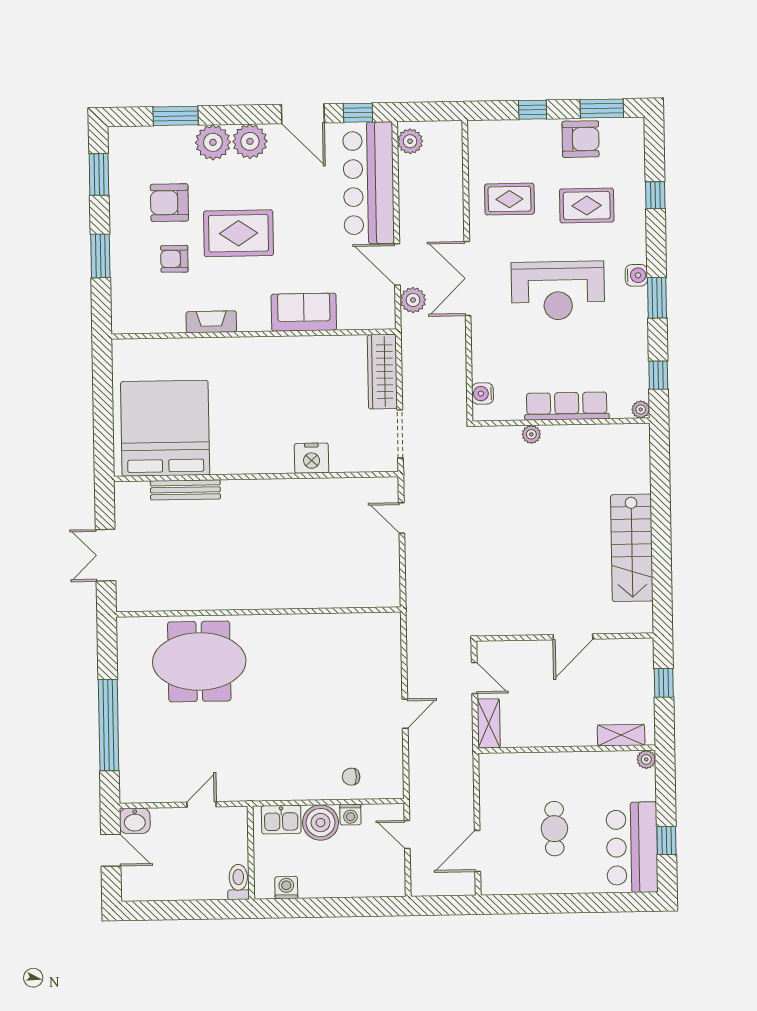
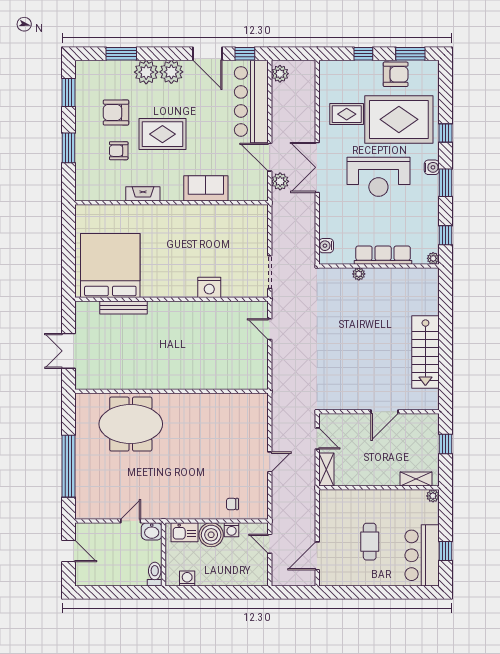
window: (655, 195) -> (446, 133), moved
rug: (587, 206) -> (399, 119), width x1.86, depth x2.06
wardrobe: (382, 372) -> (258, 230), removed
washbasin: (135, 821) -> (152, 531), moved

